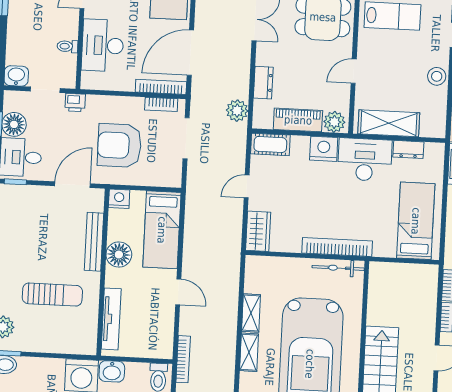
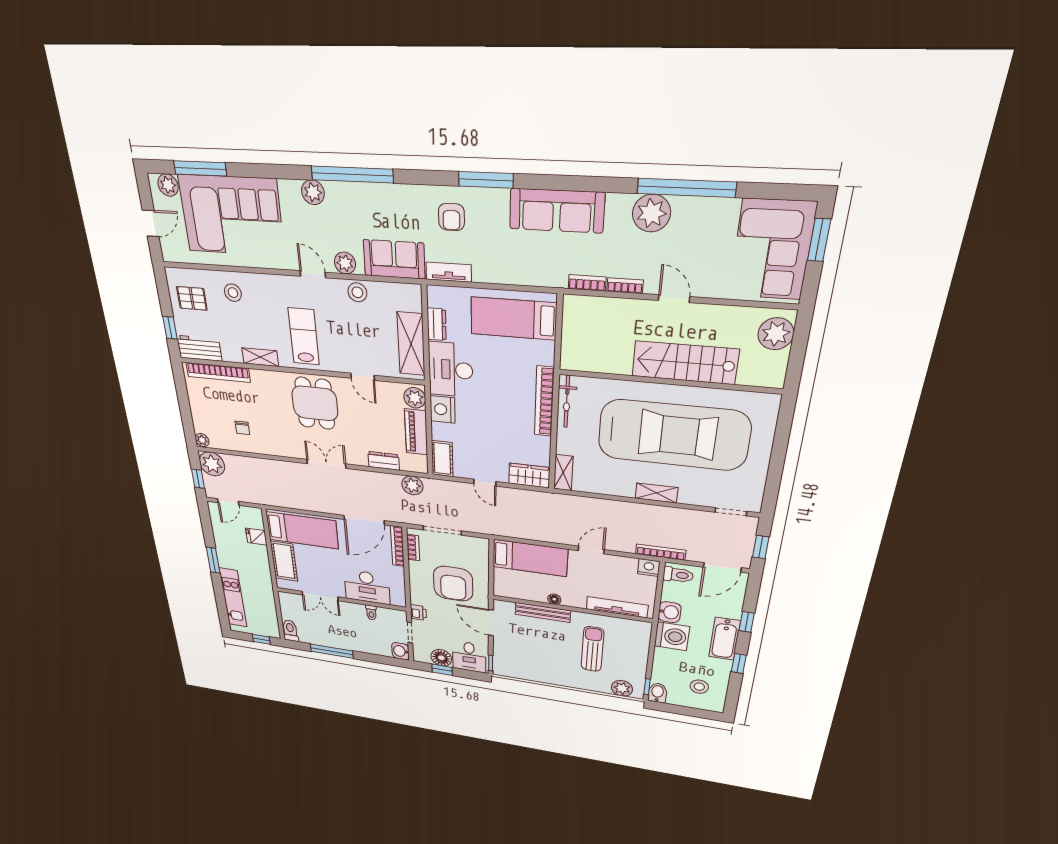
door: (190, 53) -> (364, 520), hinge flipped
nightstand: (119, 199) -> (649, 568), moved, turned 90
floor lamp: (119, 255) -> (554, 599), width x0.53, depth x0.53
shelving: (251, 313) -> (563, 473), moved, turned 90

